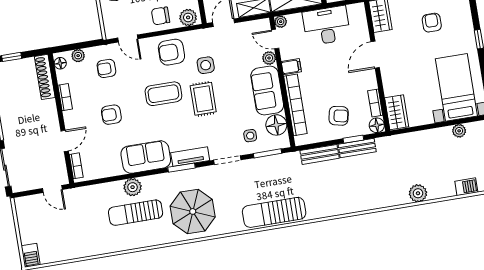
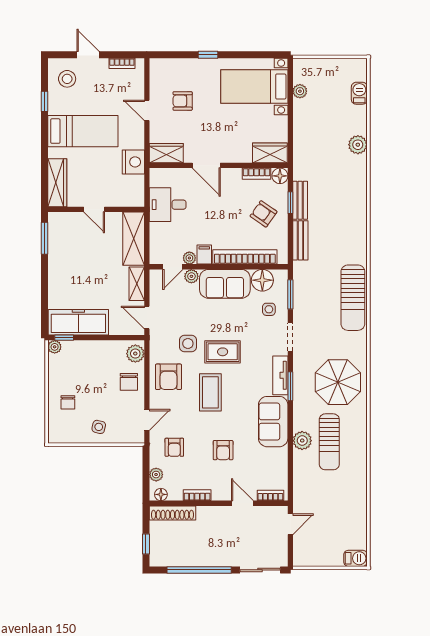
plant: (281, 22) -> (189, 258), moved
desk: (327, 26) -> (168, 205), width x0.73
armchair: (339, 116) -> (264, 214), turned -67

